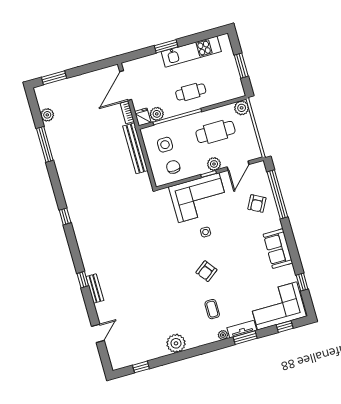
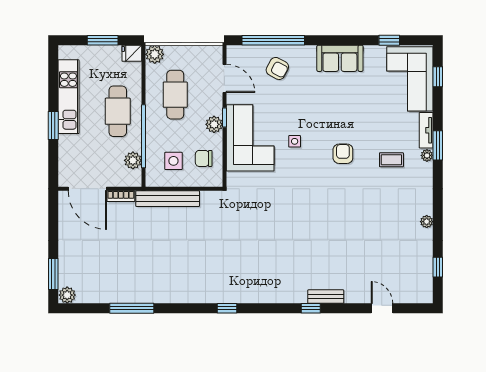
cafe table: (191, 92) -> (118, 111), width x1.37, depth x1.35
plant: (47, 115) -> (67, 295), moved
fridge: (143, 117) -> (132, 53), moved
plant: (214, 164) -> (214, 124), moved
armchair: (206, 271) -> (343, 154), turned -143
window: (245, 338) -> (438, 145), moved
plant: (176, 343) -> (427, 222), width x0.53, depth x0.53

